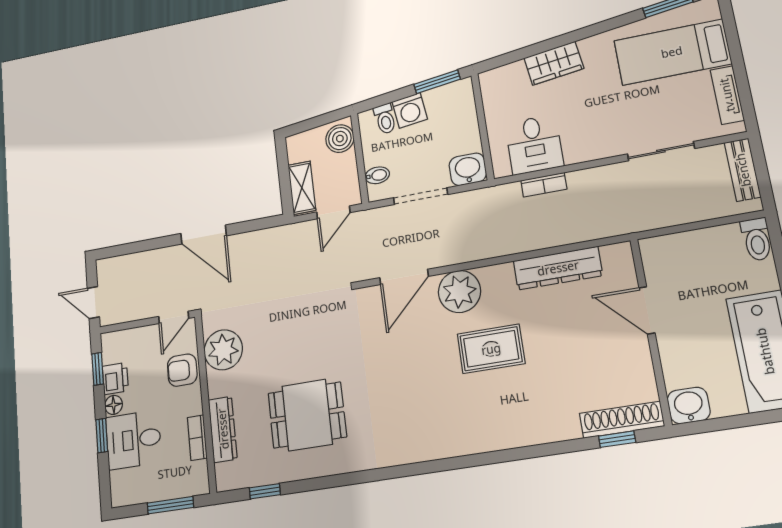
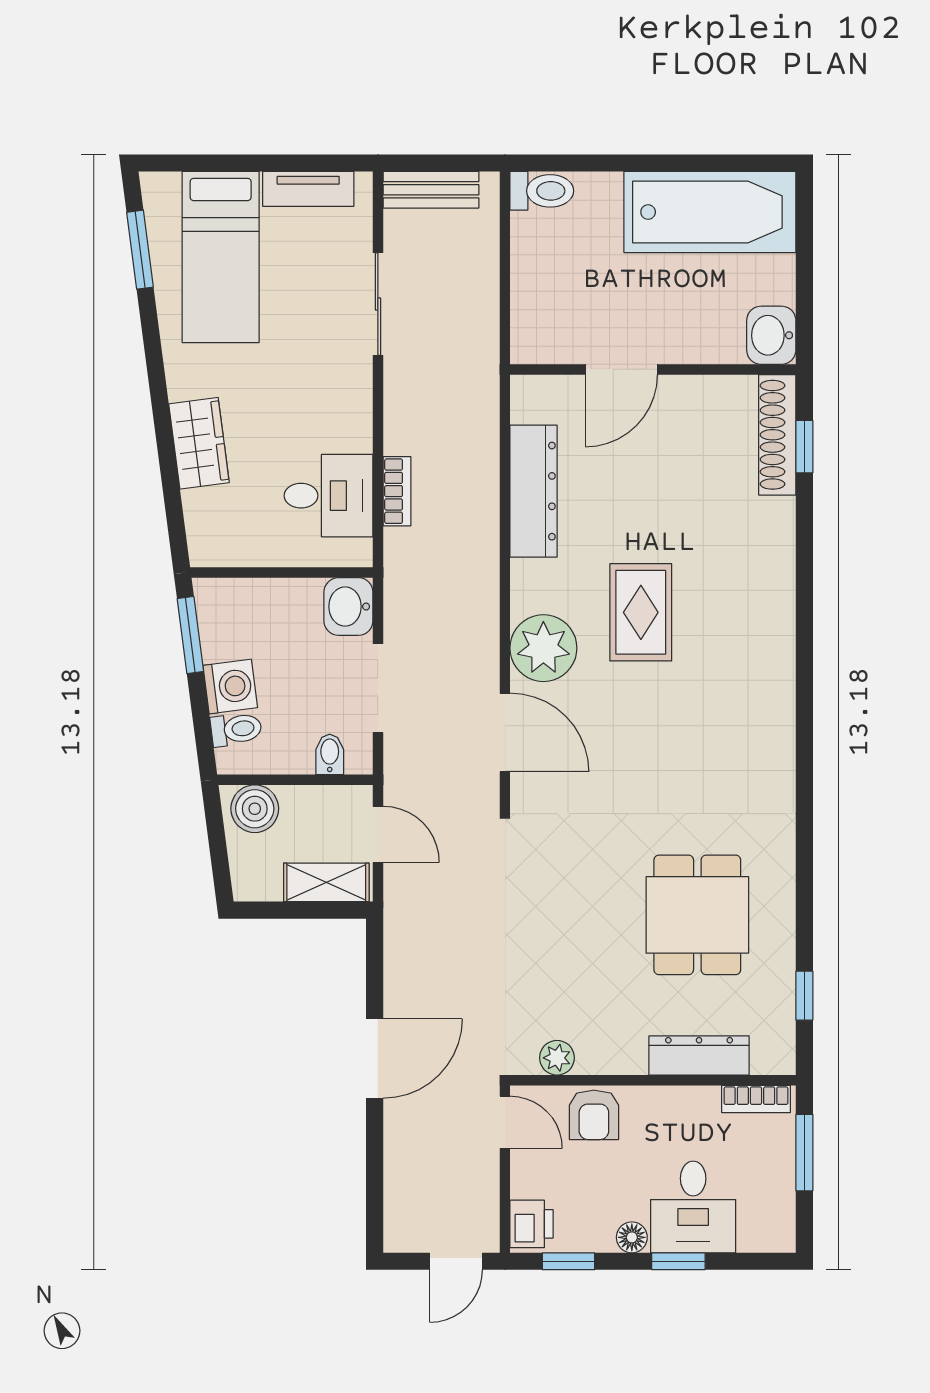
plant: (223, 350) -> (557, 1058), width x0.53, depth x0.53
printer: (115, 379) -> (532, 1224), moved, turned 90
bookcase: (197, 438) -> (756, 1099), moved

